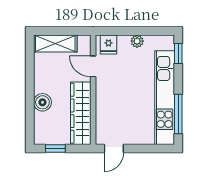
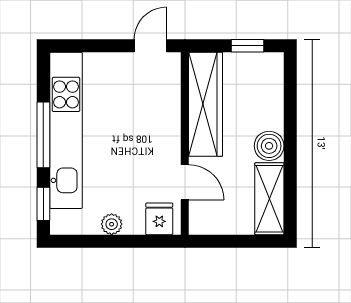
shelving: (55, 44) -> (269, 199), moved, turned 90
boiler: (42, 102) -> (269, 146), moved
window: (178, 114) -> (43, 135), moved

